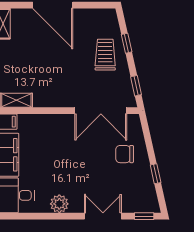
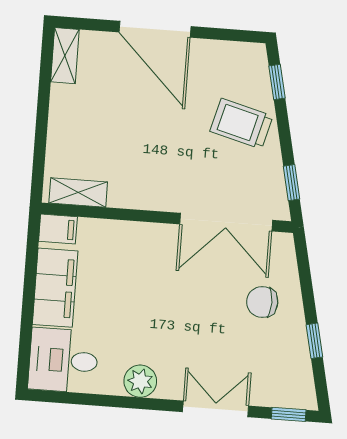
window: (127, 43) -> (277, 82), moved
trolley: (105, 55) -> (241, 124), turned -75

